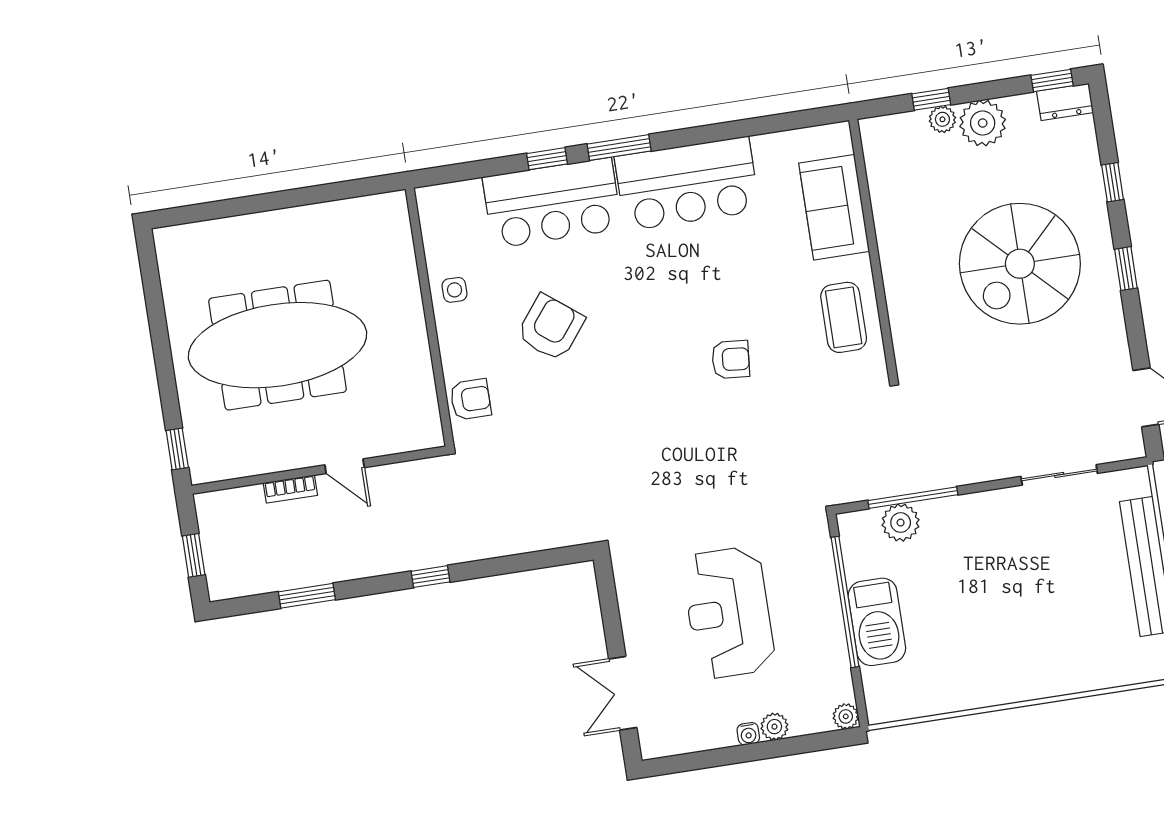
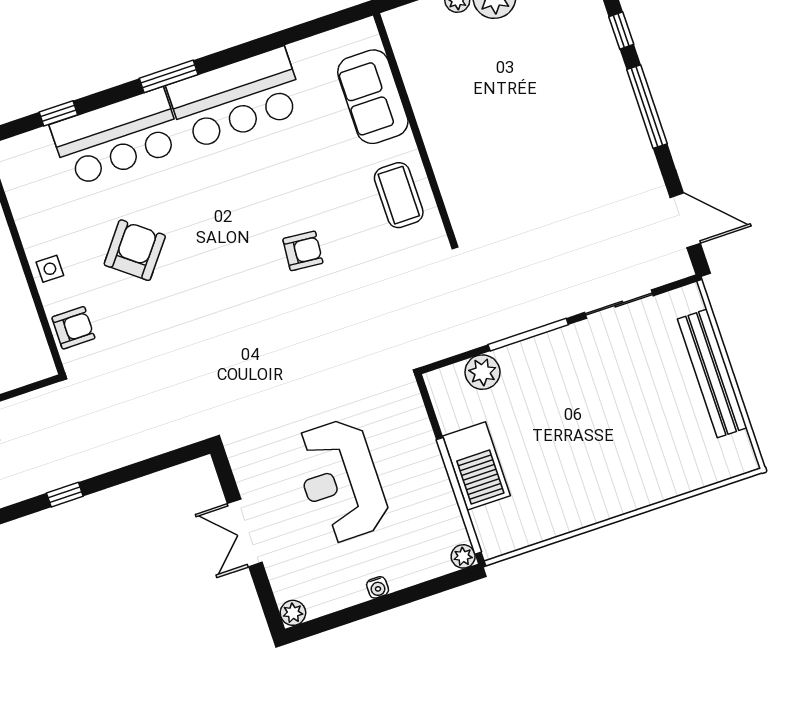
window: (547, 159) -> (58, 113), moved
spiral stairs: (1020, 264) -> (550, 119), removed
window: (1126, 269) -> (647, 107), width x2.17
side table: (454, 290) -> (50, 269), moved
window: (913, 498) -> (528, 335), moved
window: (845, 602) -> (459, 496), moved
double door: (623, 693) -> (245, 533), moved
plant: (774, 727) -> (293, 613), moved

